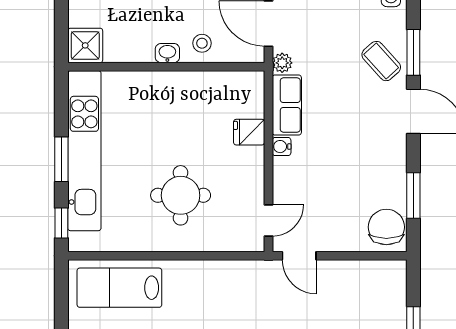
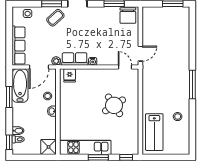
fridge: (249, 132) -> (70, 75), moved
kitchen unit: (84, 151) -> (85, 147), width x0.73
round table: (181, 195) -> (114, 105), turned -33
chair: (386, 227) -> (128, 15), turned -90

